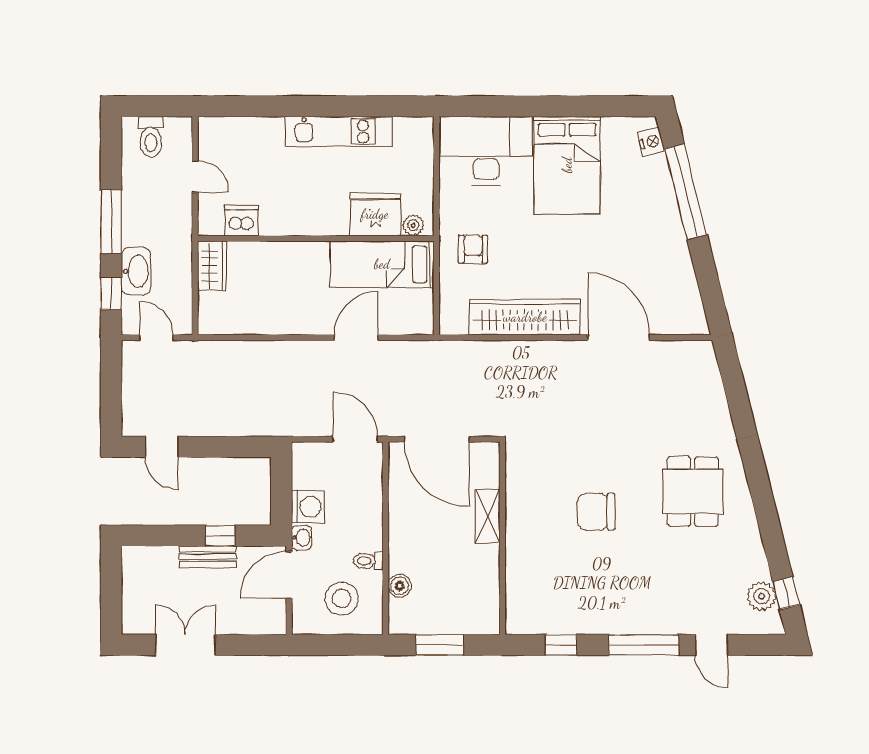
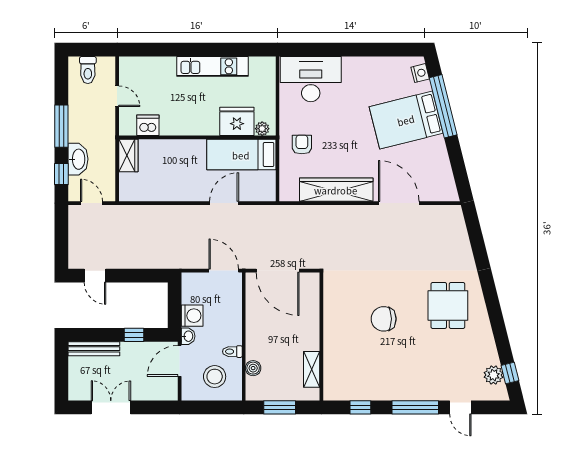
bed: (567, 165) -> (406, 120), moved, turned 76
shelving: (488, 516) -> (312, 369), moved
bench: (208, 557) -> (94, 349), moved, width x1.36

